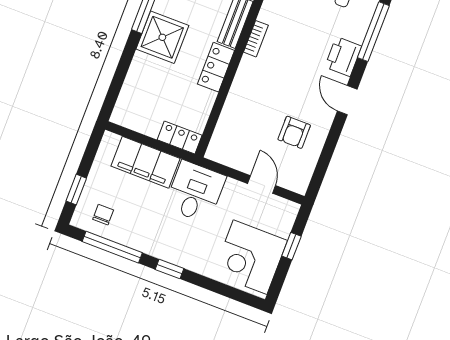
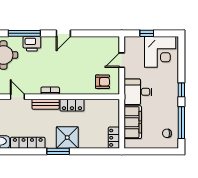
printer: (343, 57) -> (32, 44), moved
armchair: (294, 132) -> (103, 82), moved
locker: (180, 137) -> (114, 138), moved
window: (76, 190) -> (160, 151), removed

